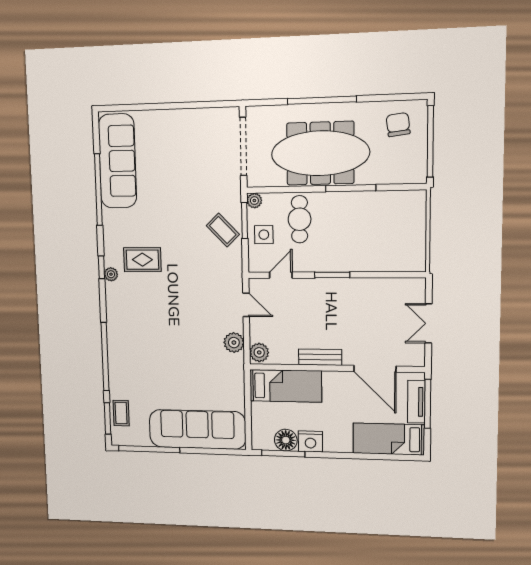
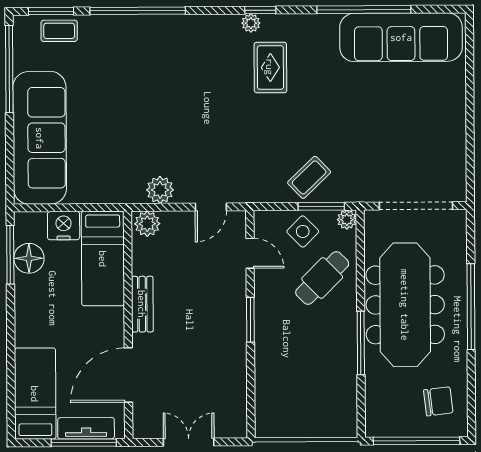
cafe table: (300, 219) -> (322, 278), turned -45
side table: (264, 235) -> (303, 231), turned 45
nightstand: (310, 441) -> (64, 226), moved, turned 90

